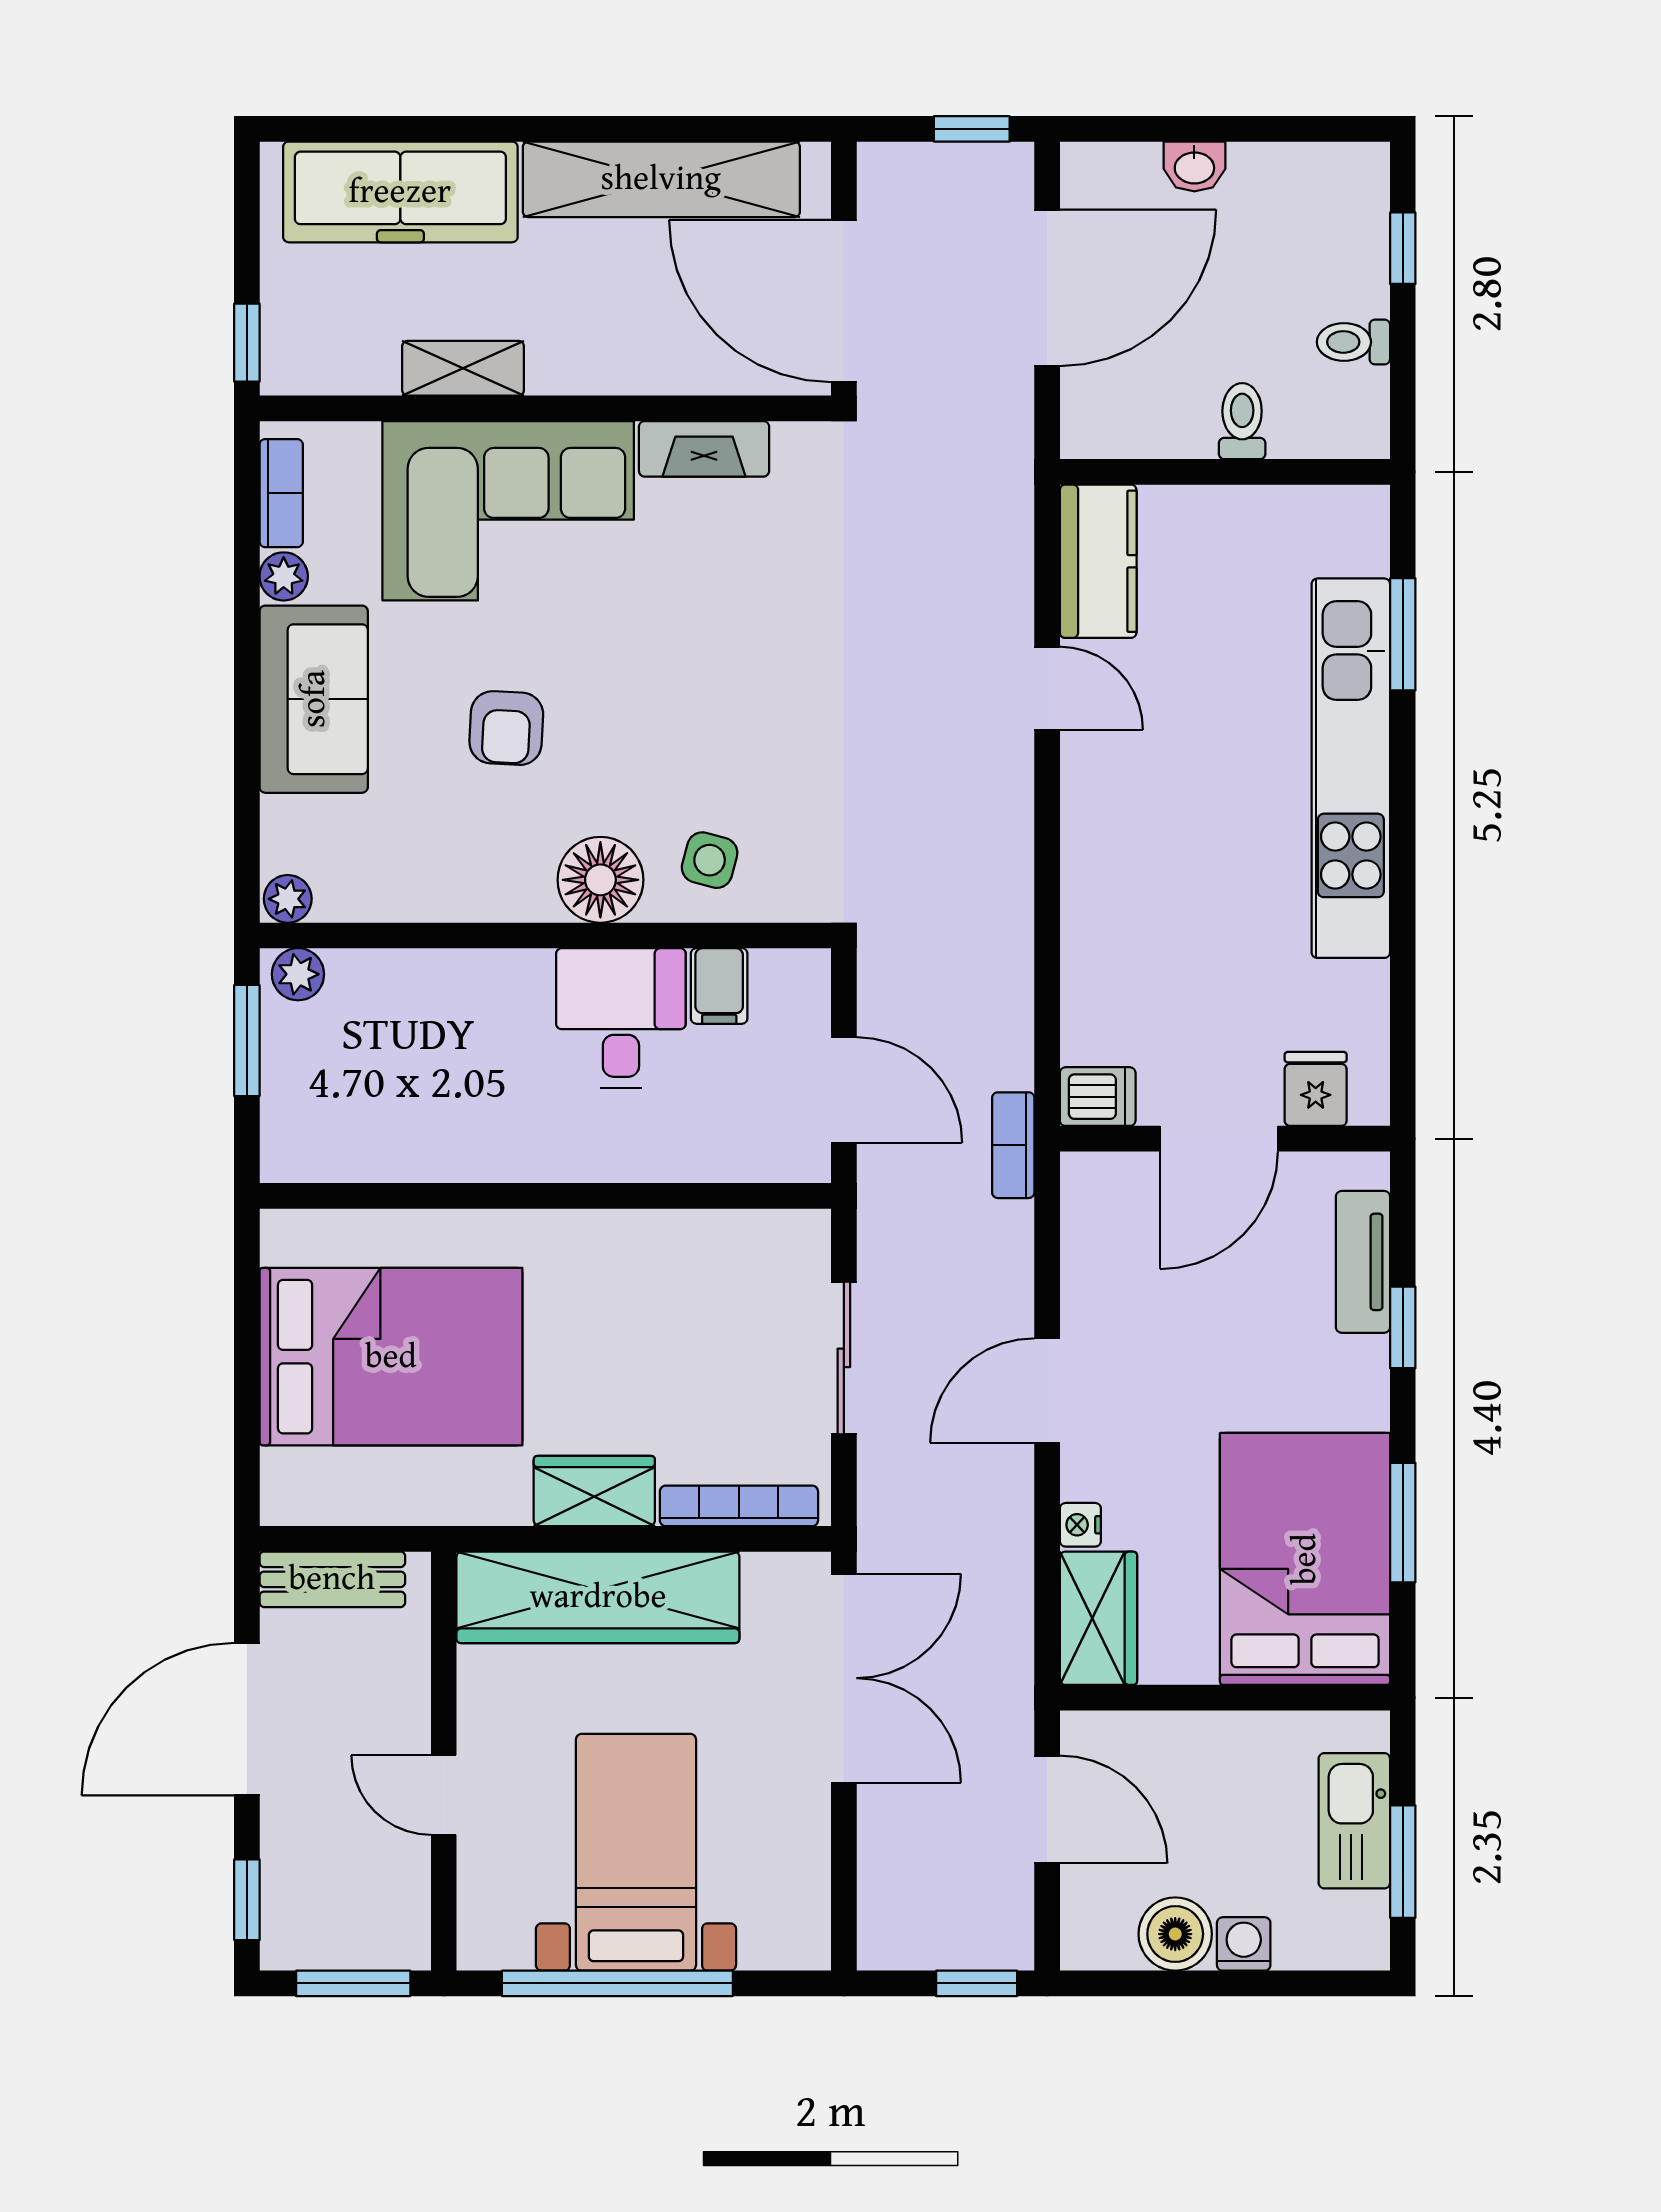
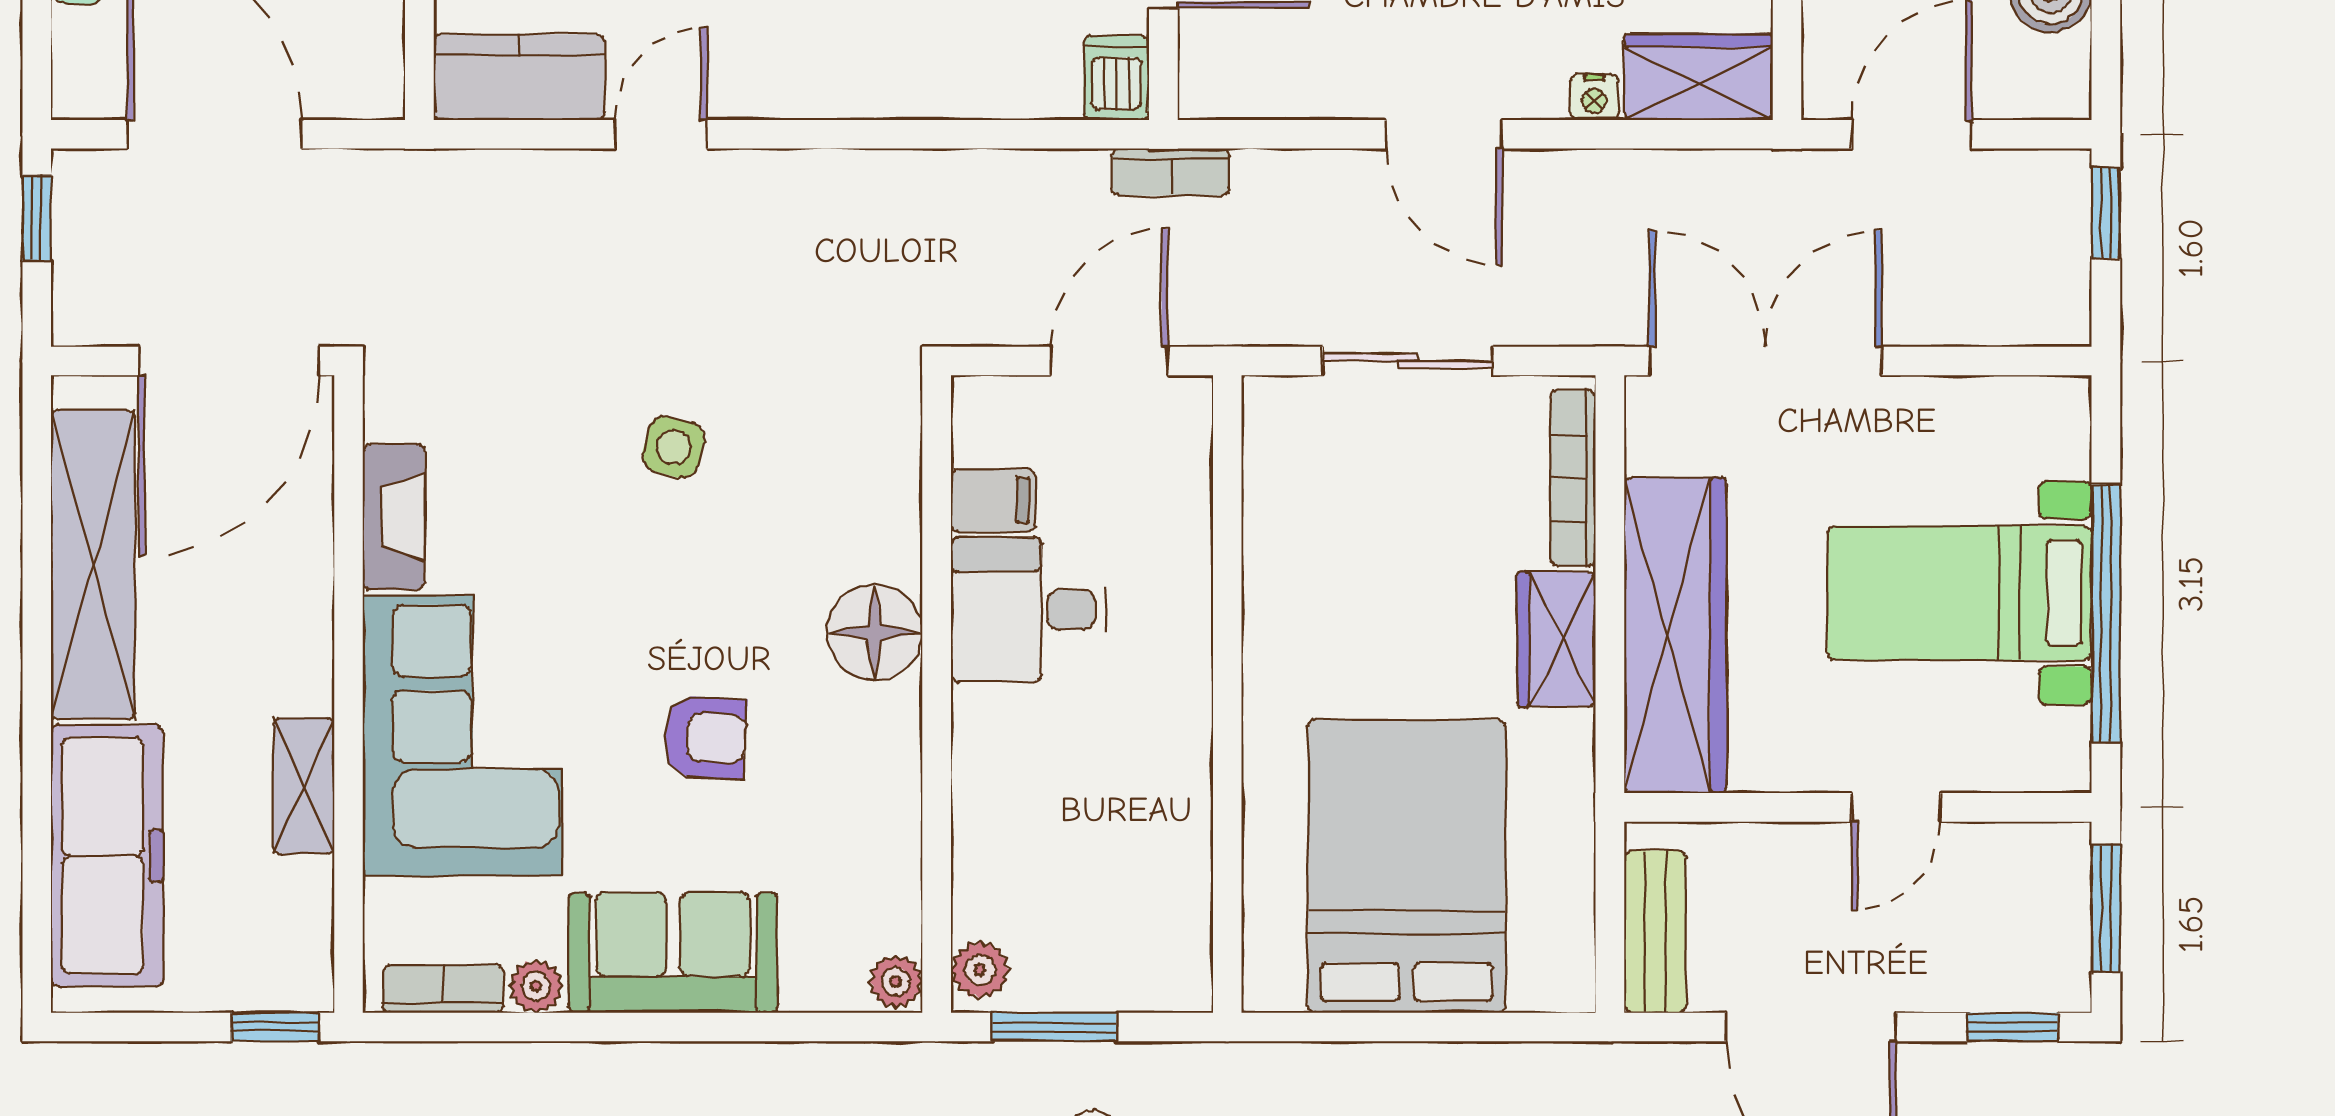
side table: (710, 860) -> (673, 447), moved

